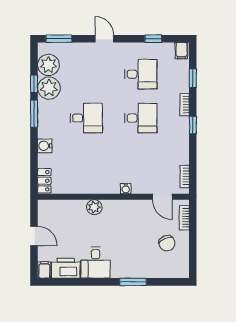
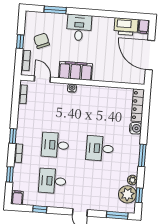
window: (34, 84) -> (139, 195), moved
plant: (49, 88) -> (132, 180), width x0.53, depth x0.53
locker: (44, 181) -> (138, 105), width x1.53
plant: (94, 207) -> (99, 75), removed
filing cabinet: (123, 210) -> (76, 71), added
door: (34, 236) -> (150, 55), width x1.88
window: (193, 240) -> (20, 42), added
desk: (96, 263) -> (79, 28), moved
window: (133, 282) -> (55, 10), moved

